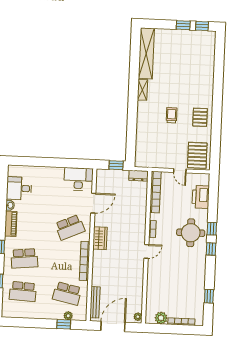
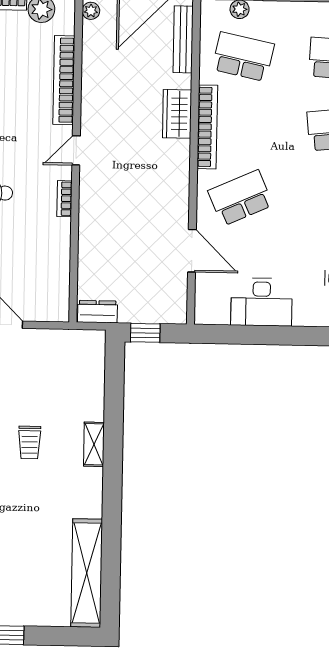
shelving: (142, 90) -> (94, 444), moved
desk: (78, 179) -> (262, 302), moved
bookcase: (155, 192) -> (64, 80), moved
door: (93, 203) -> (192, 251), swing flipped
wardrobe: (100, 238) -> (177, 114), moved

